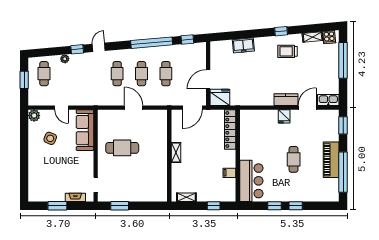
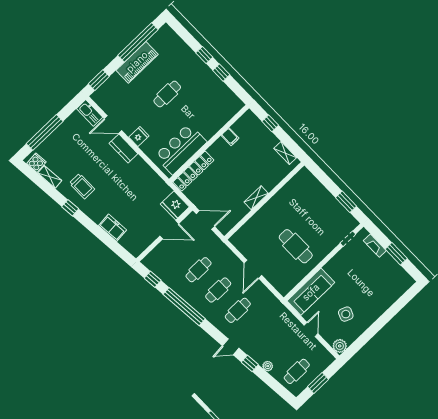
bar counter: (251, 181) -> (181, 149), moved

